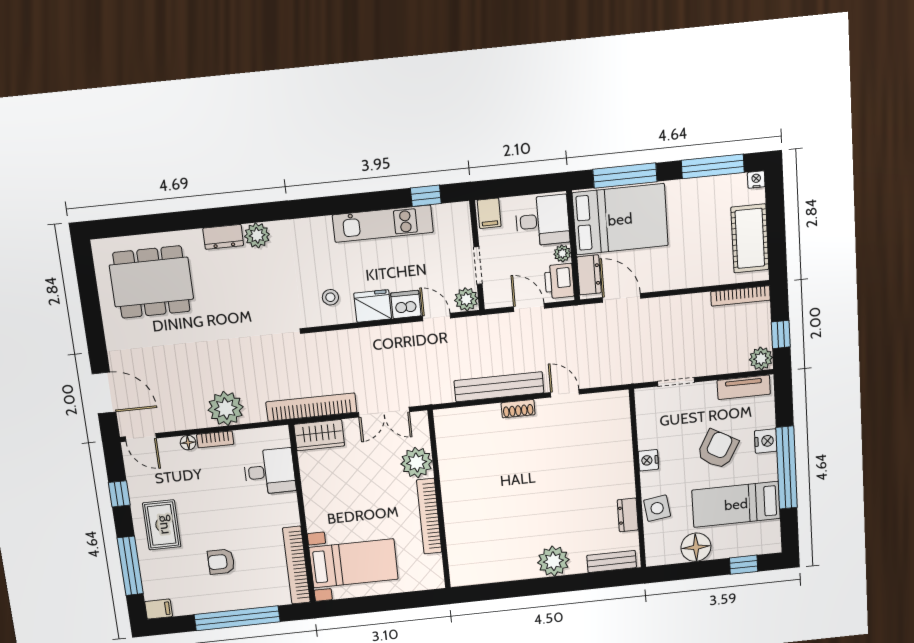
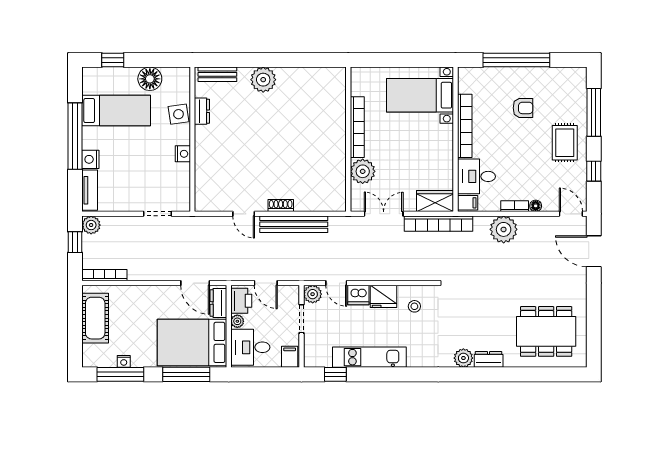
nightstand: (756, 180) -> (124, 361), moved
tv unit: (744, 387) -> (90, 190), moved, turned 90
armchair: (717, 449) -> (128, 157), removed
bookcase: (296, 565) -> (465, 126), moved
filing cabinet: (159, 609) -> (468, 203), moved, turned 180

